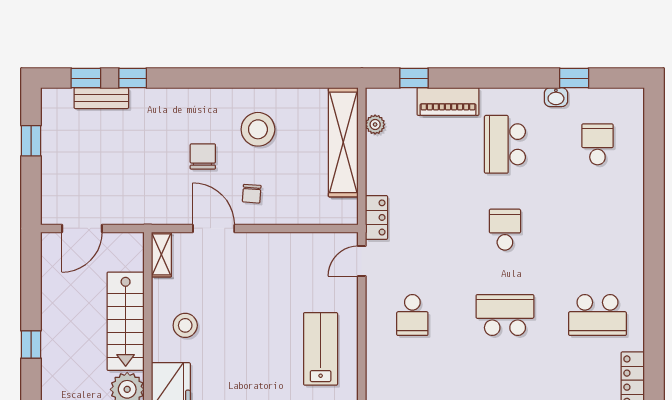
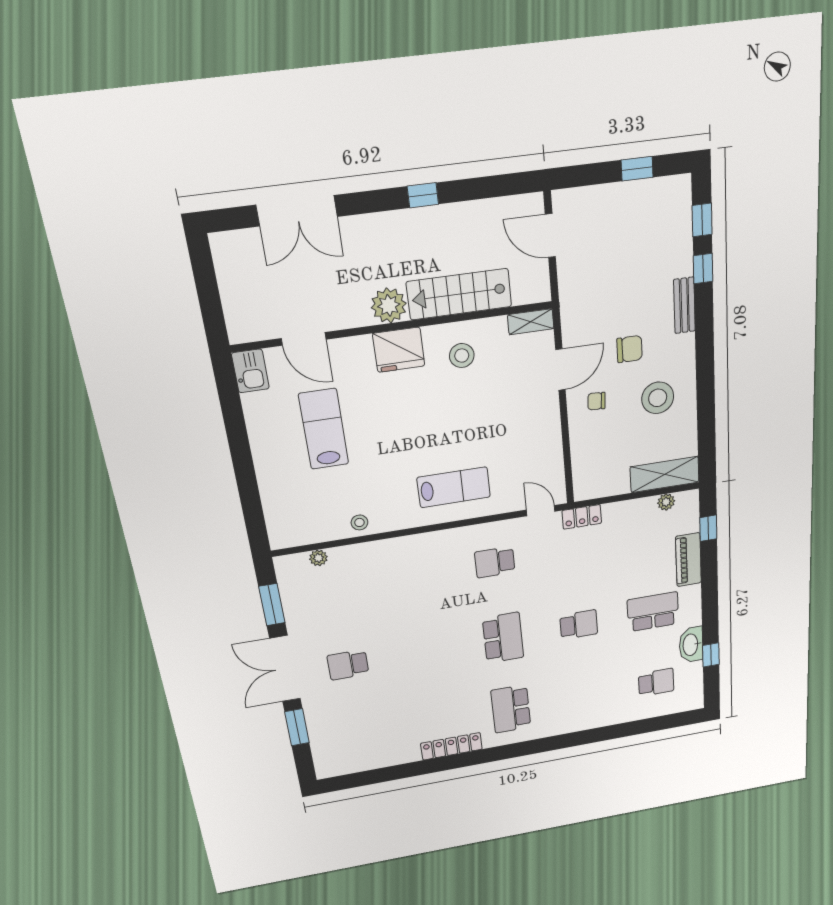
washbasin: (556, 97) -> (691, 645), width x1.91, depth x1.45
bench: (101, 98) -> (684, 305), moved
shelving: (343, 142) -> (665, 474), width x0.68

